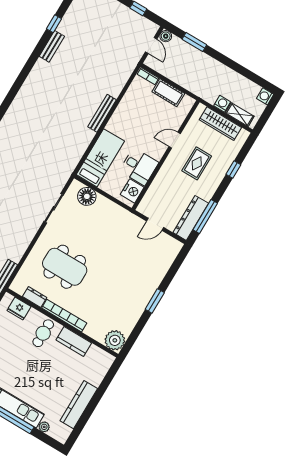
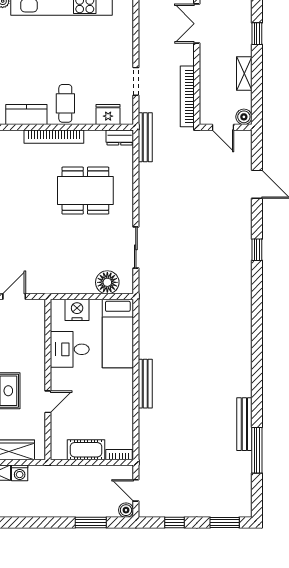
window: (54, 24) -> (257, 450), width x2.17
bench: (52, 46) -> (244, 424), width x1.36
nightstand: (132, 191) -> (77, 310), moved, turned 90
dresser: (35, 297) -> (120, 137), moved

